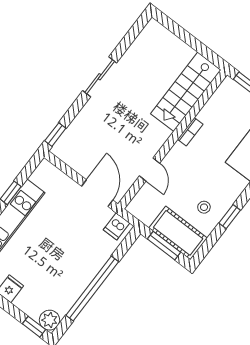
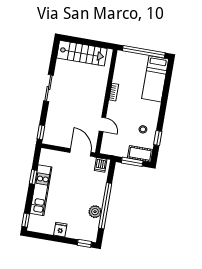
stairs: (186, 92) -> (82, 53), moved, turned -90
window: (230, 217) -> (158, 138), moved
cot: (178, 233) -> (140, 154), width x0.73, depth x0.75
plant: (49, 320) -> (95, 212), moved

